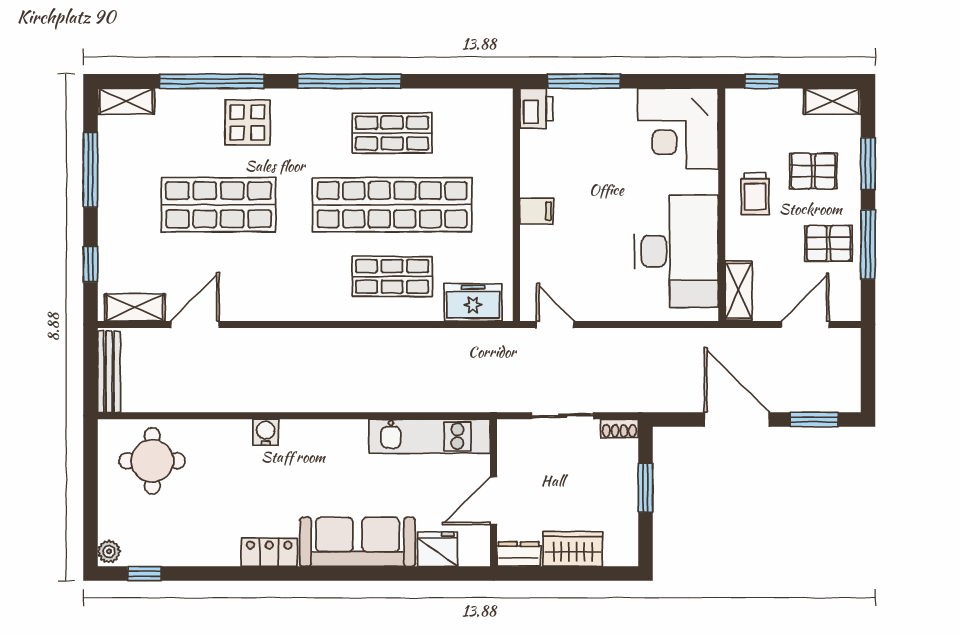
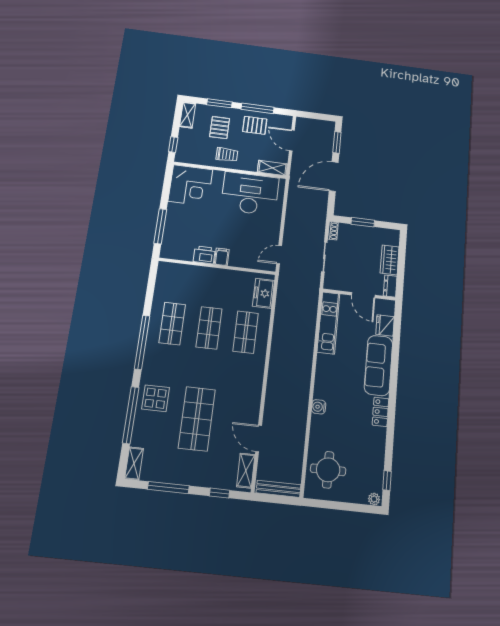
printer: (536, 108) -> (204, 255), moved
shop shelf: (392, 205) -> (209, 328), width x0.50, depth x0.74
pallet: (829, 243) -> (255, 125), turned 90

